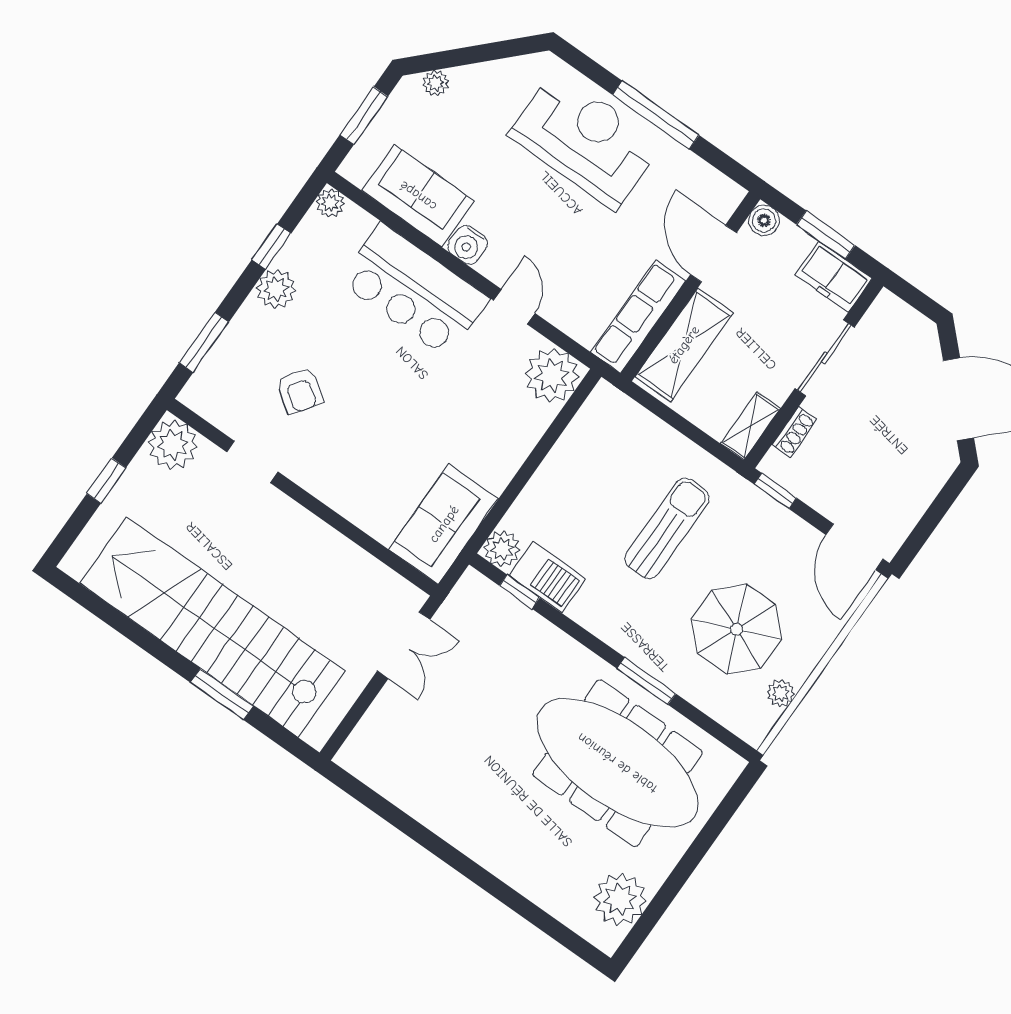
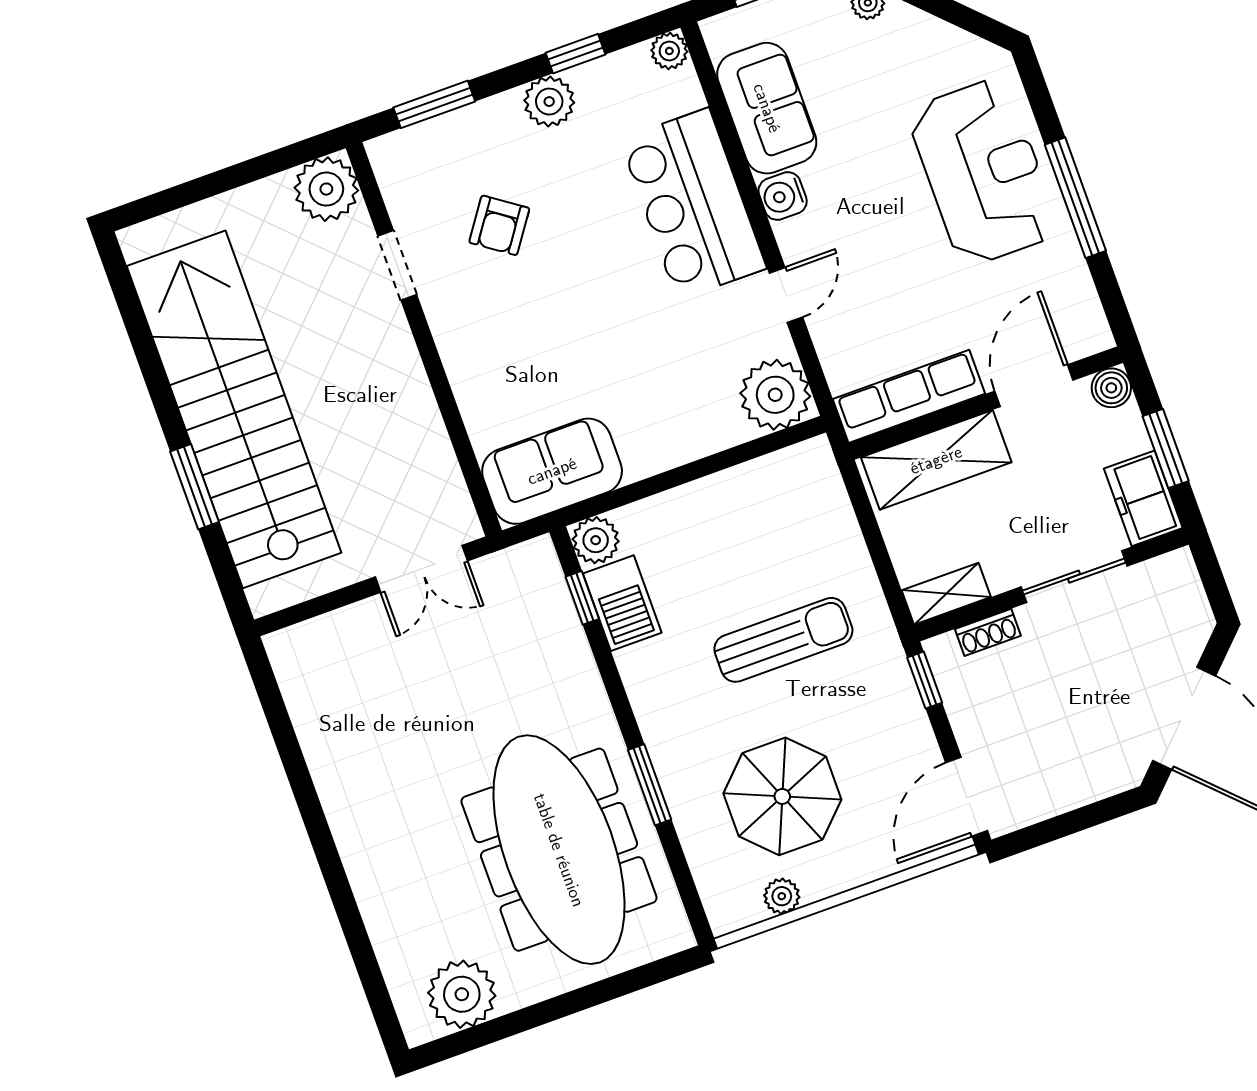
window: (106, 481) -> (230, 178), removed

